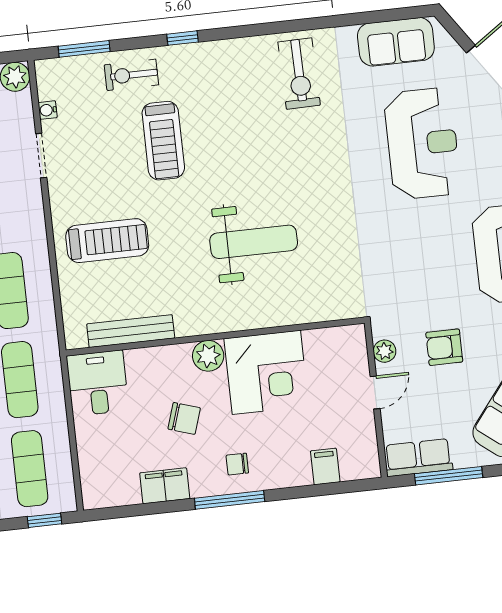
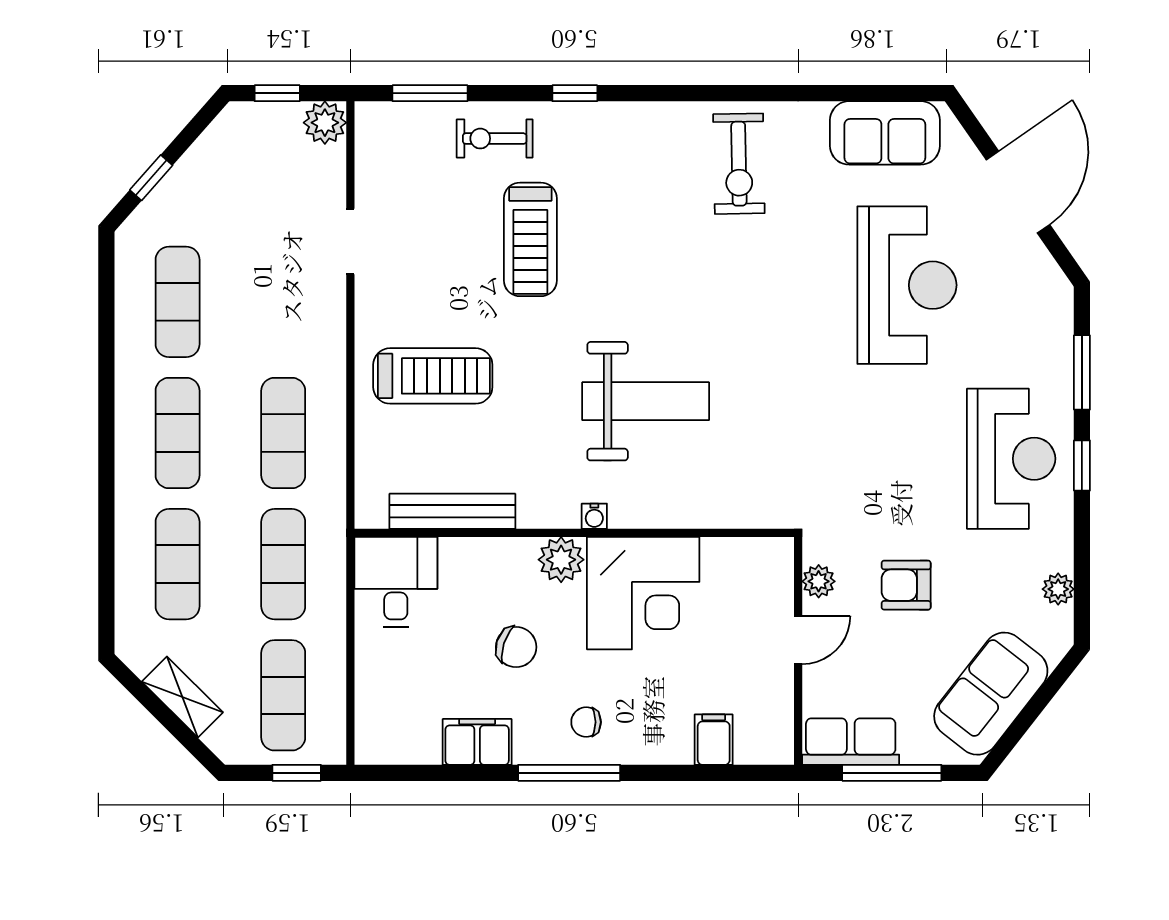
water cooler: (48, 110) -> (594, 516), moved, turned -90

